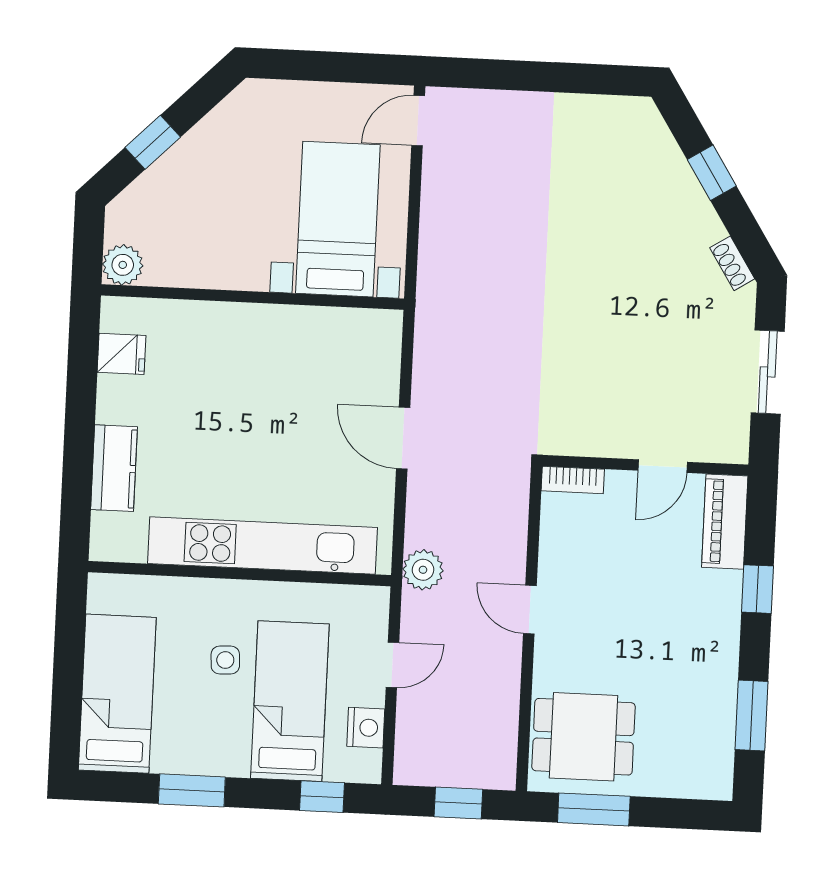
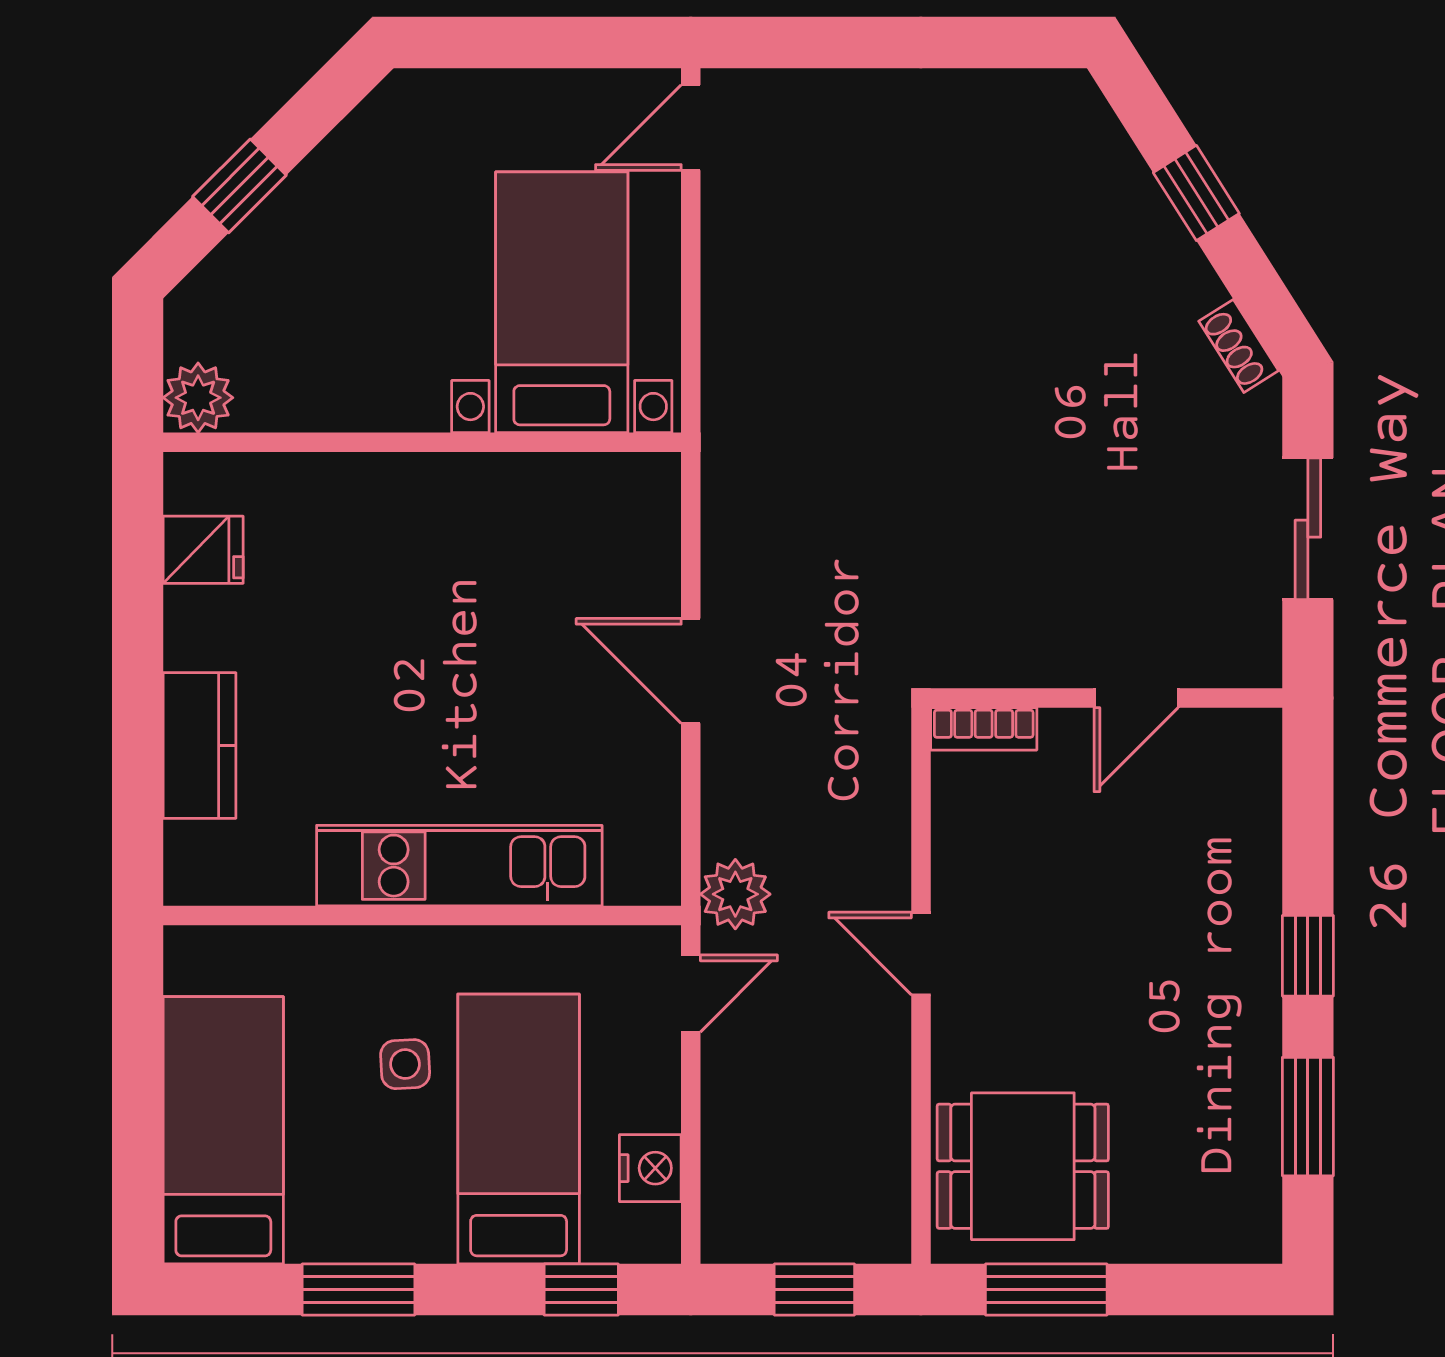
piano: (725, 522) -> (1247, 788), removed
kitchen unit: (263, 546) -> (459, 866), width x0.73
window: (757, 589) -> (1308, 956), moved
door: (392, 665) -> (691, 994), moved

